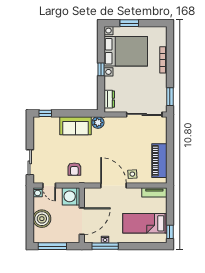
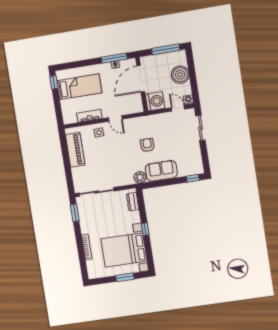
armchair: (74, 169) -> (147, 145), moved
door: (114, 186) -> (115, 118), width x0.53
tv unit: (154, 192) -> (89, 116), moved

